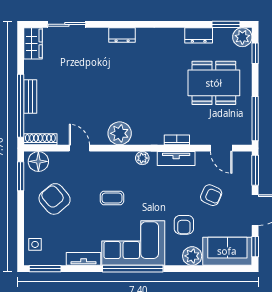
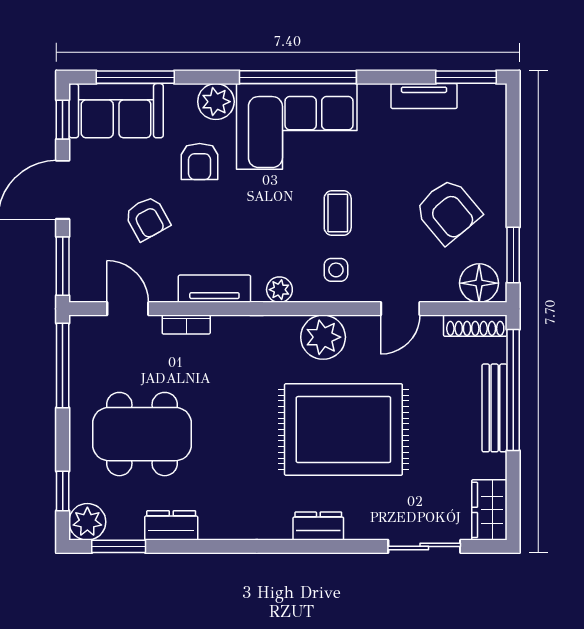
rug: (109, 85) -> (343, 430), added
bench: (30, 96) -> (495, 408), width x1.36
bookcase: (177, 140) -> (186, 325), moved
door: (79, 148) -> (400, 309), hinge flipped
armchair: (211, 195) -> (147, 218), turned -143
coffee table: (112, 198) -> (338, 213), turned 90
armchair: (184, 225) -> (200, 162), turned 180
side table: (35, 244) -> (336, 270), moved
plant: (192, 256) -> (216, 102), moved
tv unit: (84, 259) -> (424, 96), moved
window: (217, 269) -> (135, 77), added

